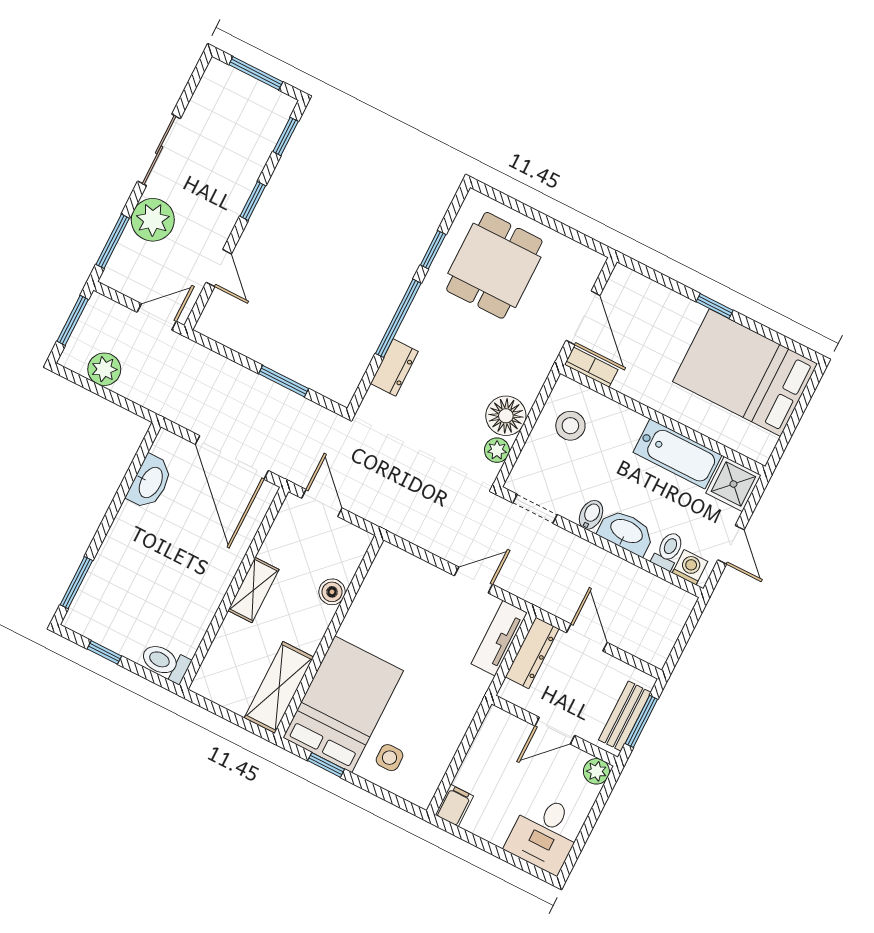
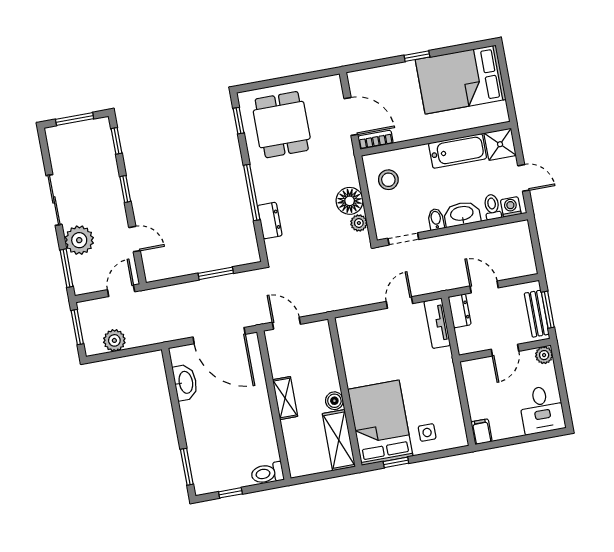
window: (433, 250) -> (239, 121), moved
boiler: (332, 592) -> (334, 401), moved
dresser: (532, 653) -> (460, 311), width x0.70

